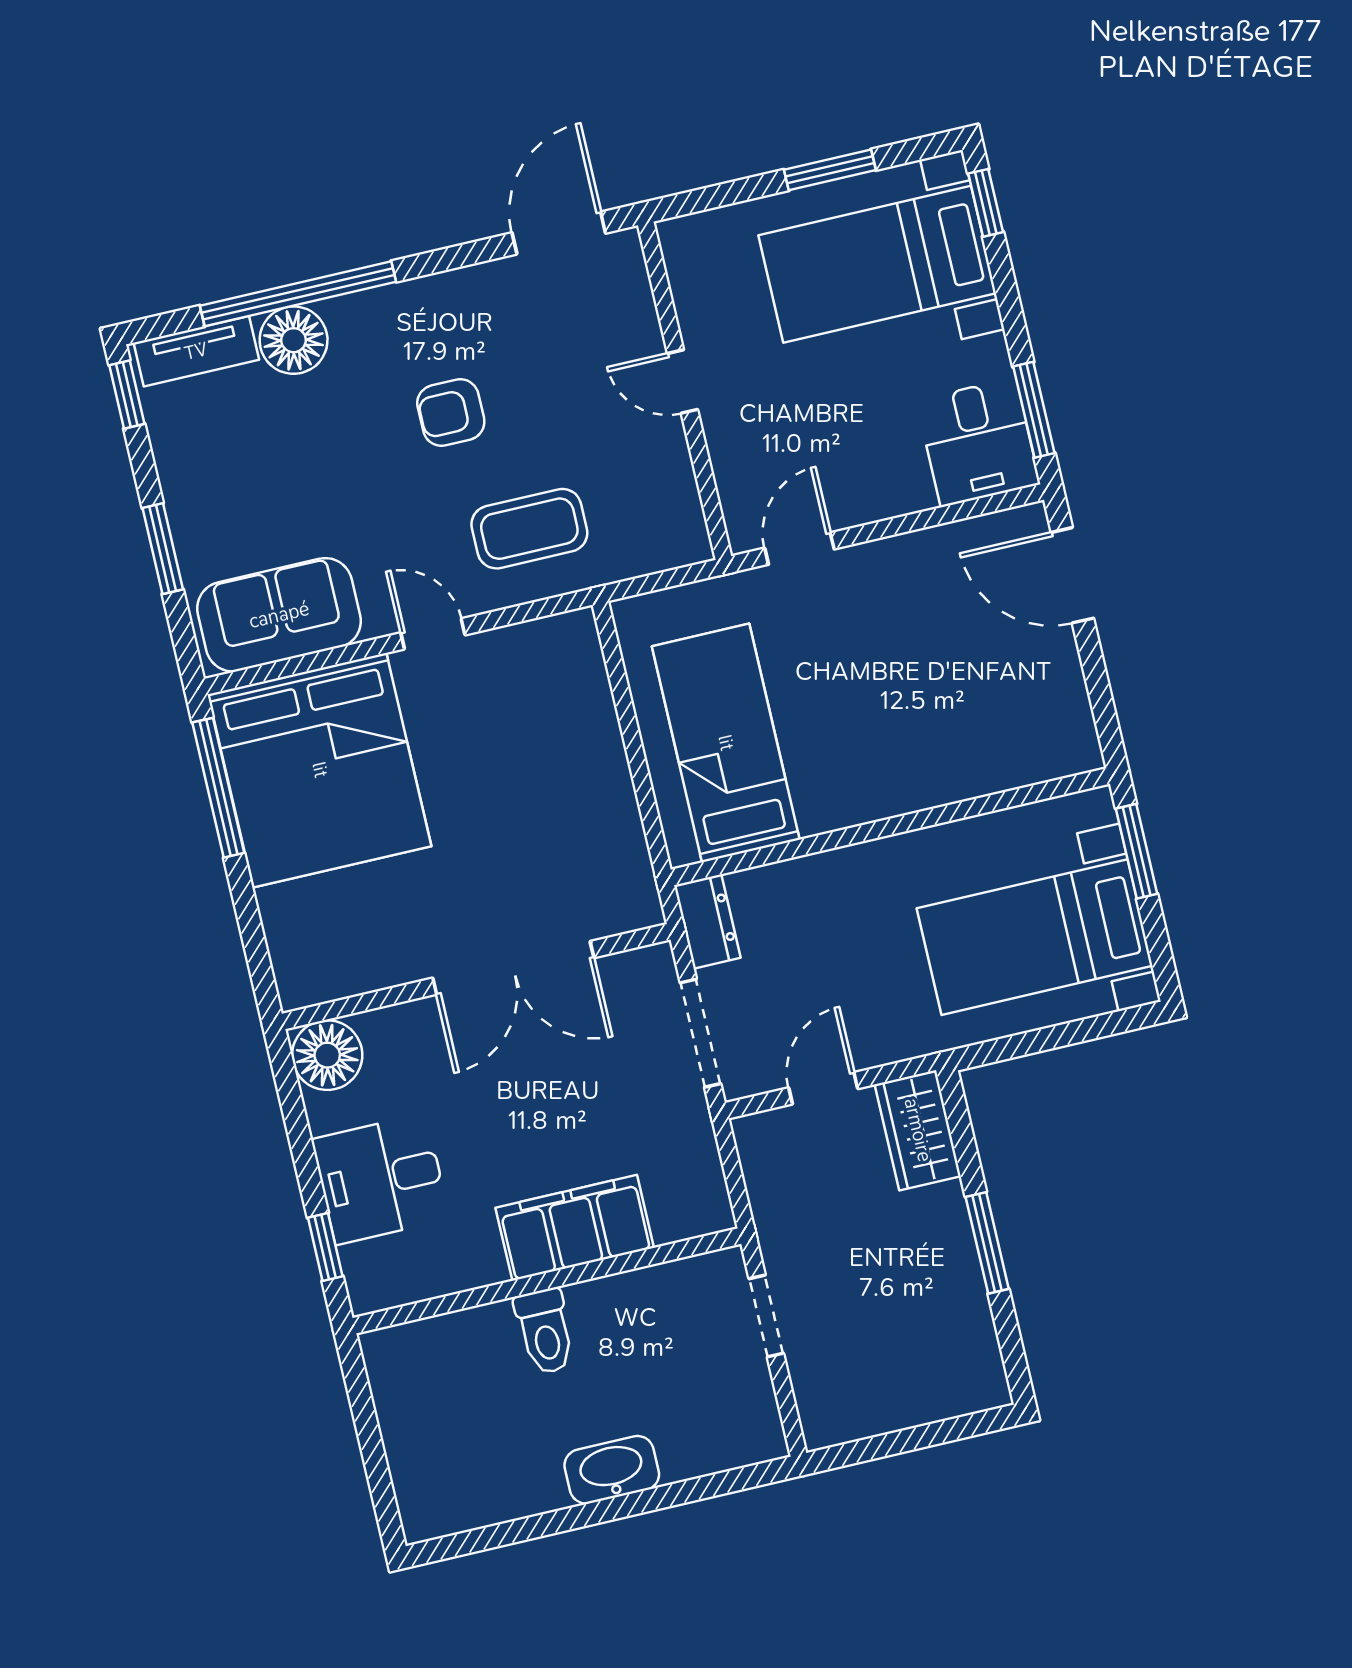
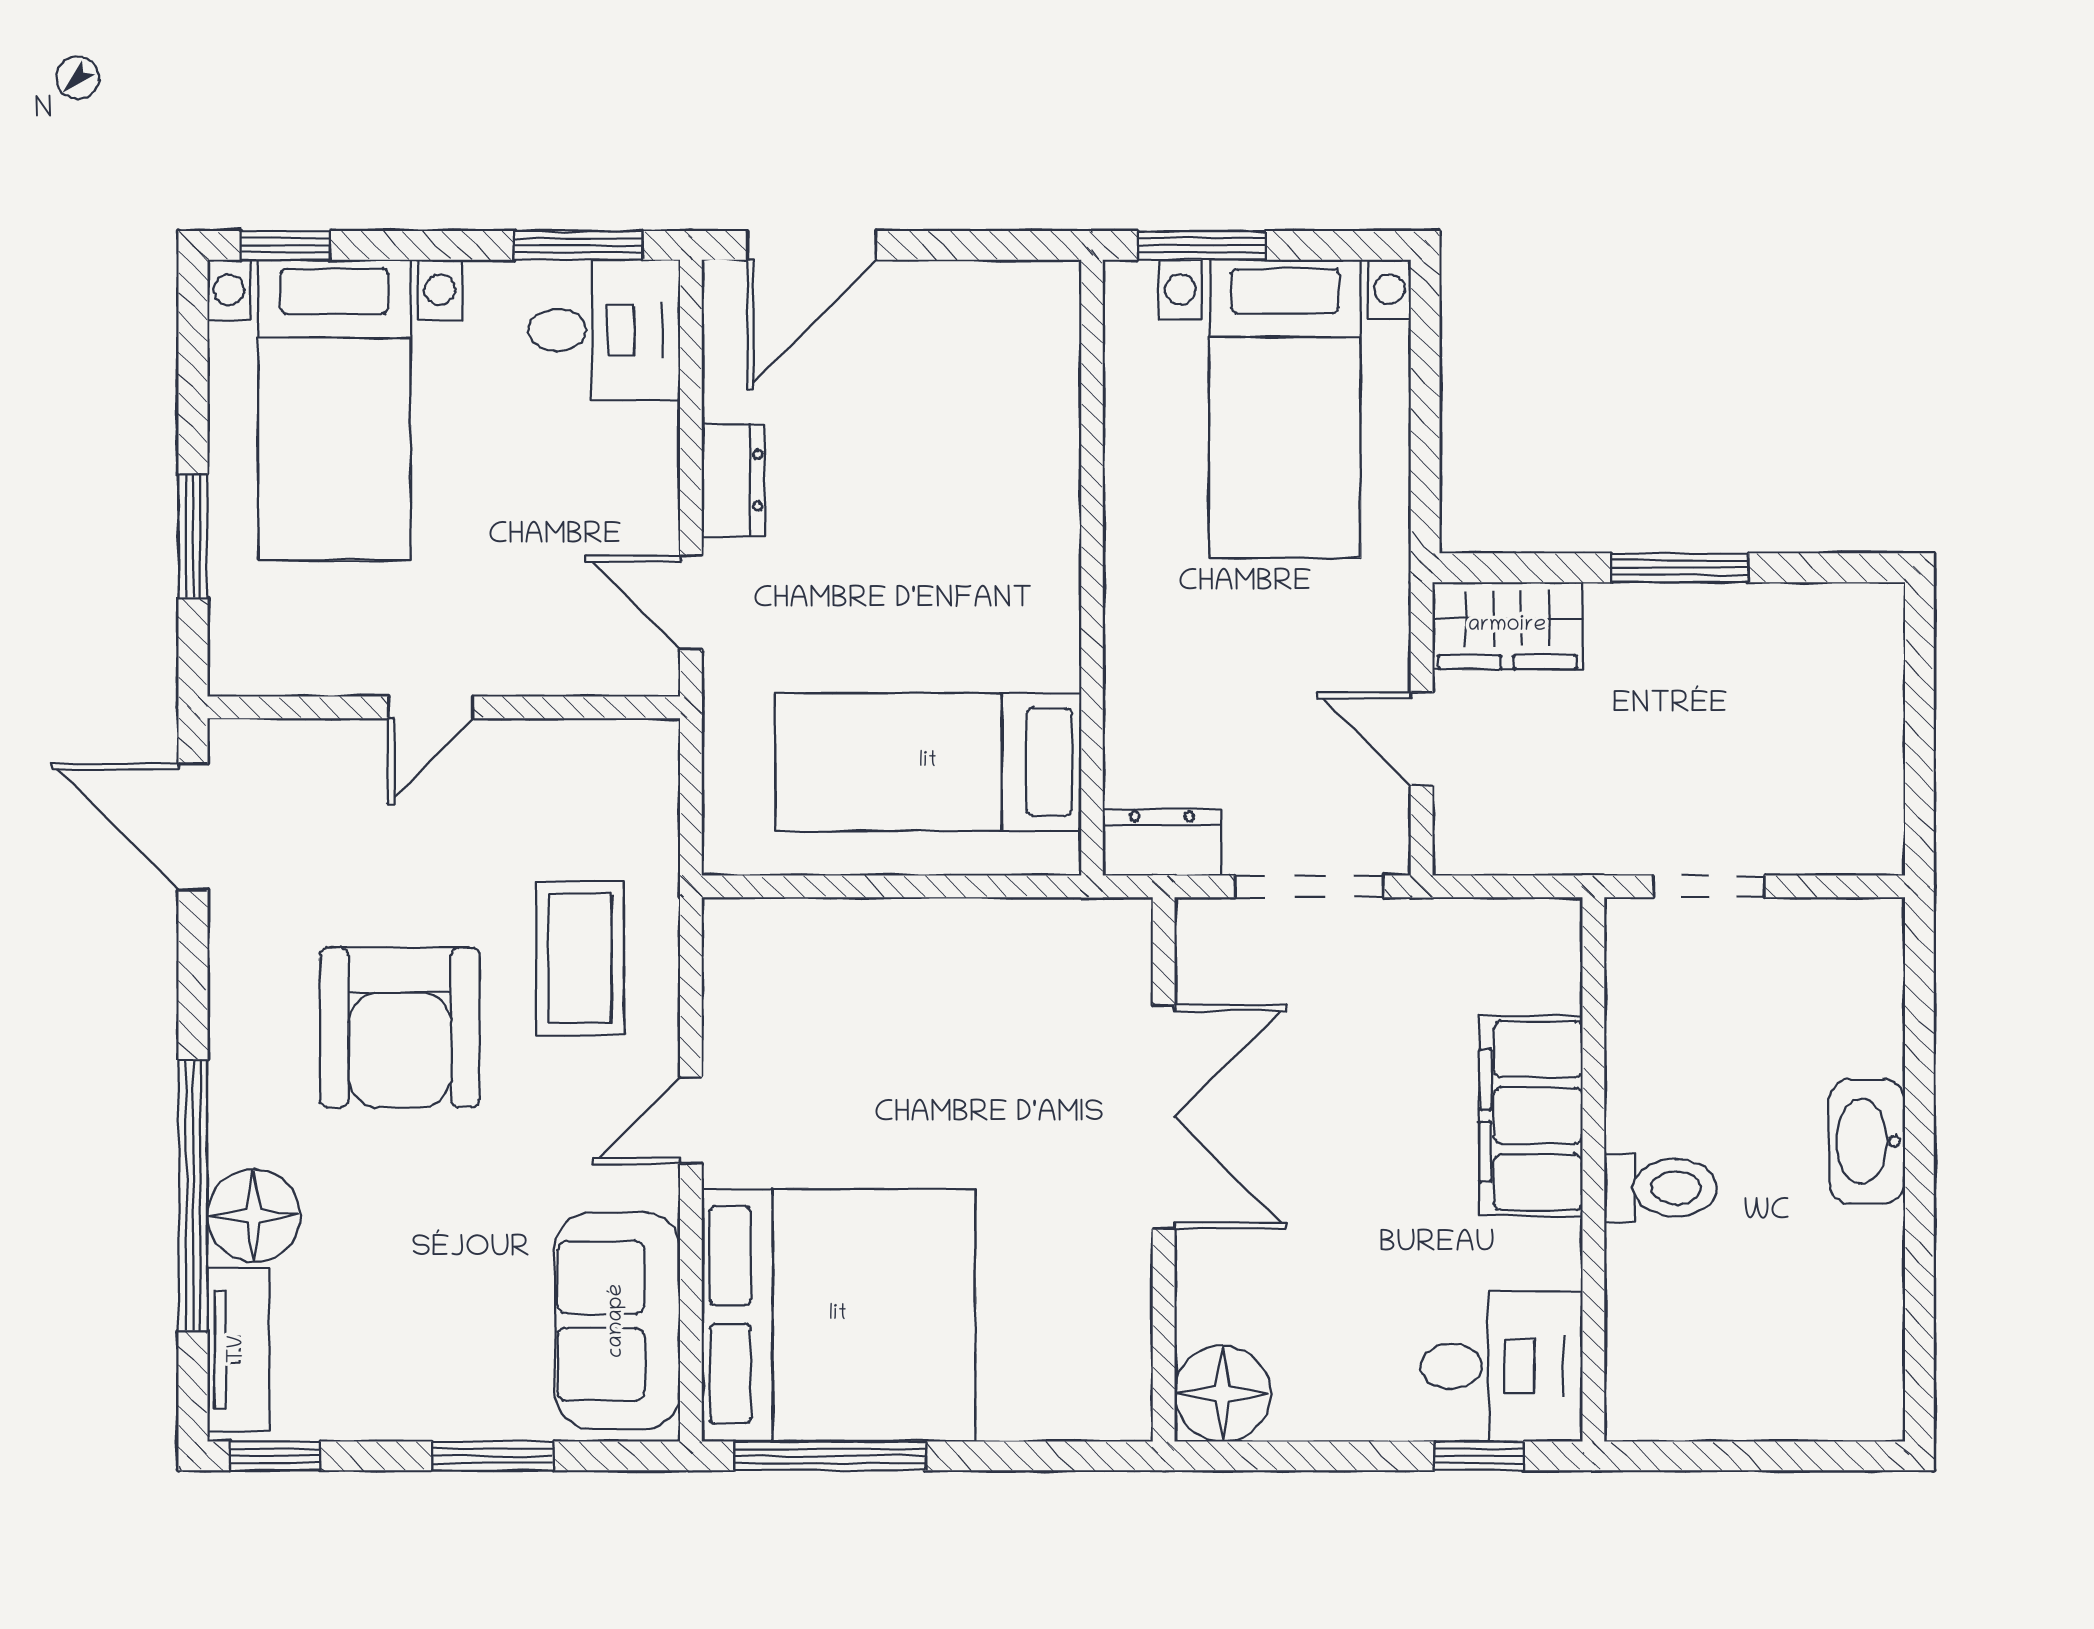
window: (830, 170) -> (193, 536), moved
armchair: (451, 412) -> (400, 1027), width x1.88, depth x1.88
dresser: (893, 558) -> (733, 480), added
desk: (381, 1179) -> (1502, 1366), moved, turned -90

